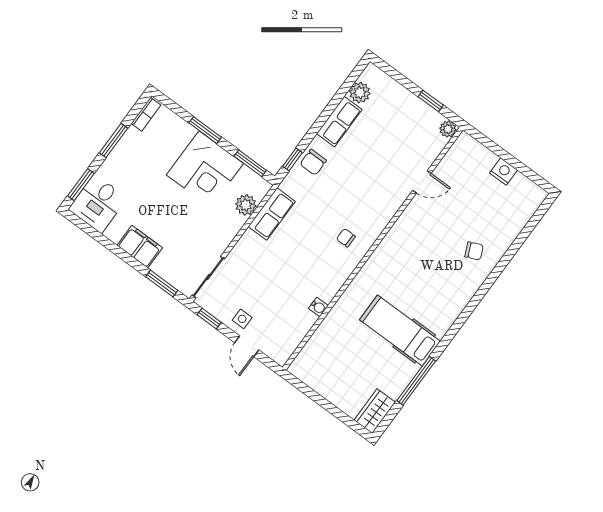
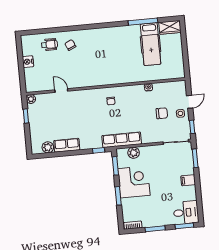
chair: (313, 162) -> (162, 113), moved
row of seats: (272, 214) -> (122, 140), width x1.48
wheelchair: (501, 222) -> (49, 45), added
filing cabinet: (140, 247) -> (188, 180), width x0.50
hospital bed: (400, 330) -> (151, 44), moved

